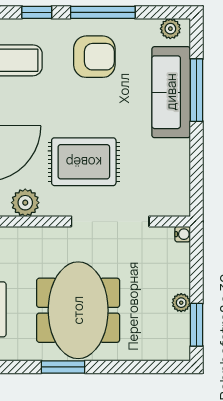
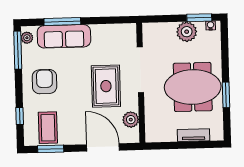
window: (103, 12) -> (18, 50), moved
water cooler: (183, 234) -> (211, 25), moved
plant: (181, 303) -> (187, 32), width x1.88, depth x1.88

